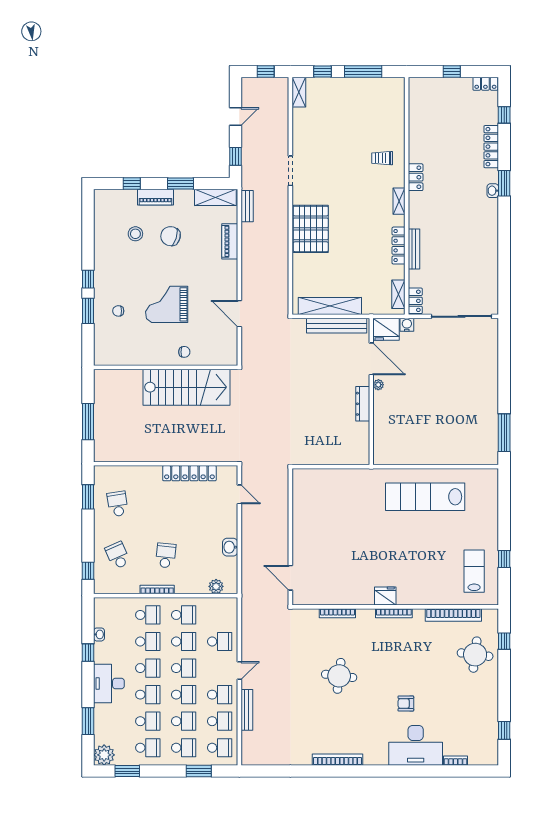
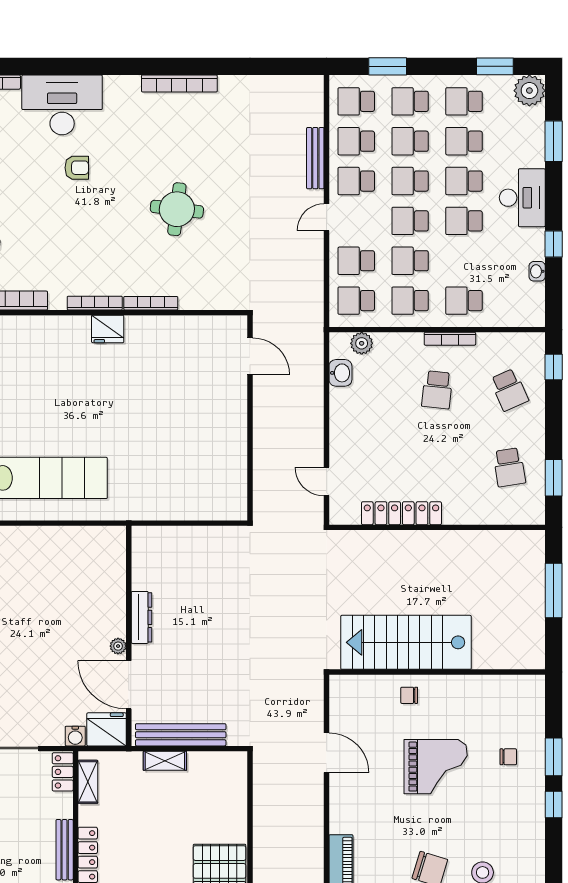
shelving: (330, 306) -> (165, 761), width x0.45, depth x0.75
washbasin: (230, 547) -> (340, 373), moved
bookcase: (337, 613) -> (151, 303), moved
school desk: (148, 641) -> (356, 301), moved

